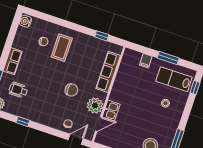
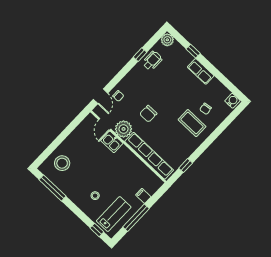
window: (168, 58) -> (136, 218), width x1.44
row of seats: (108, 72) -> (149, 156), width x1.36
wheelchair: (18, 90) -> (152, 61), moved

